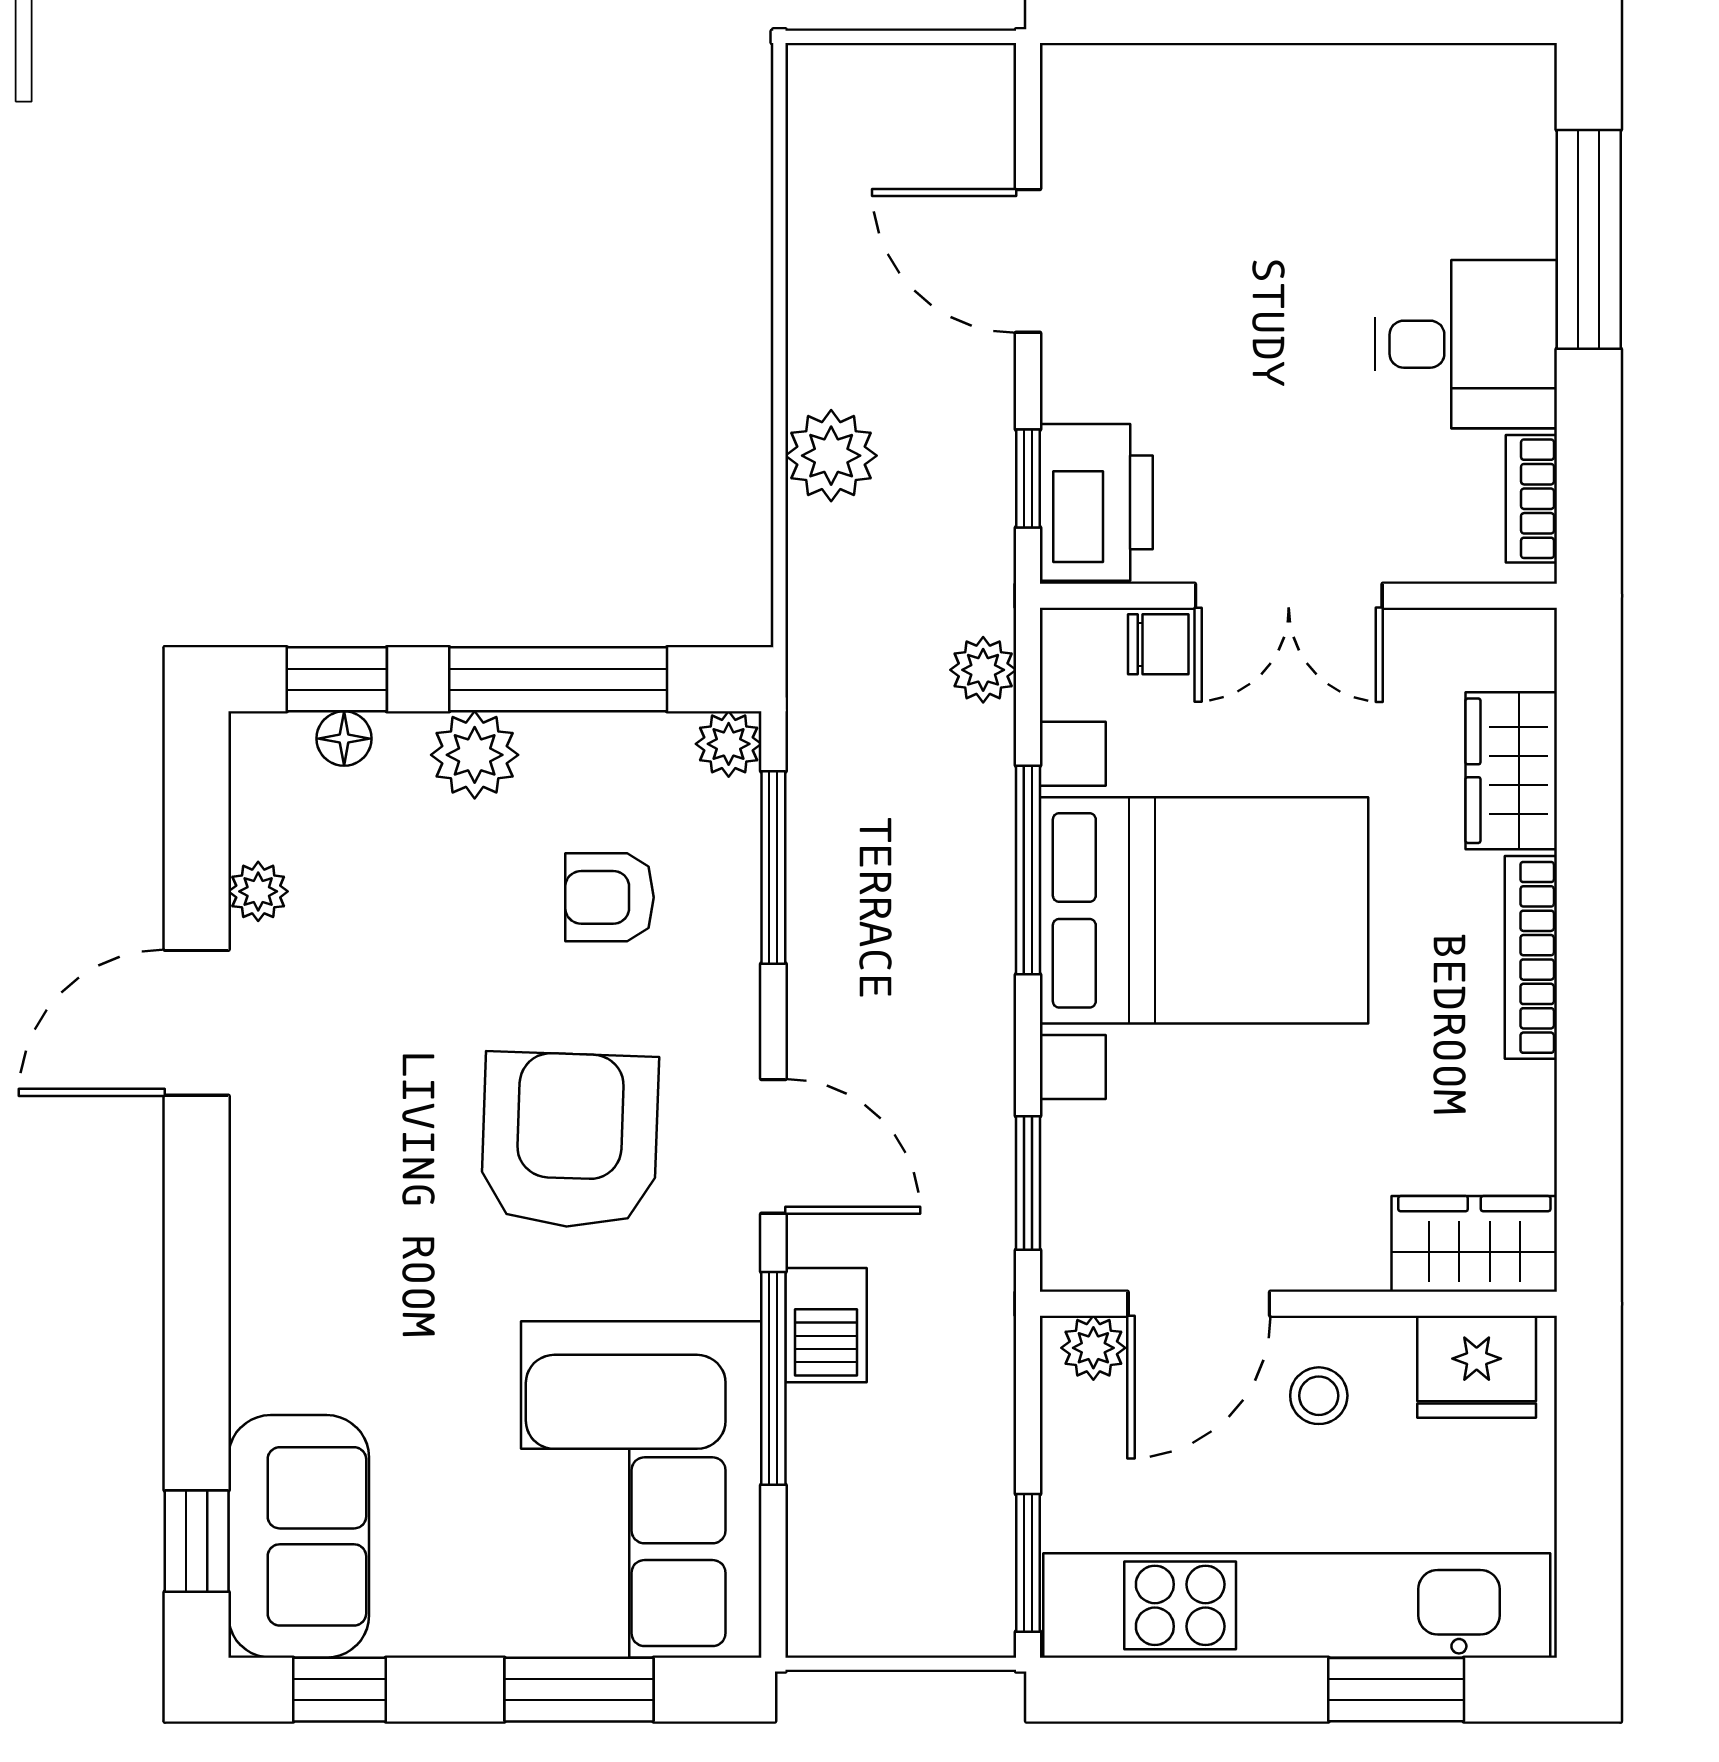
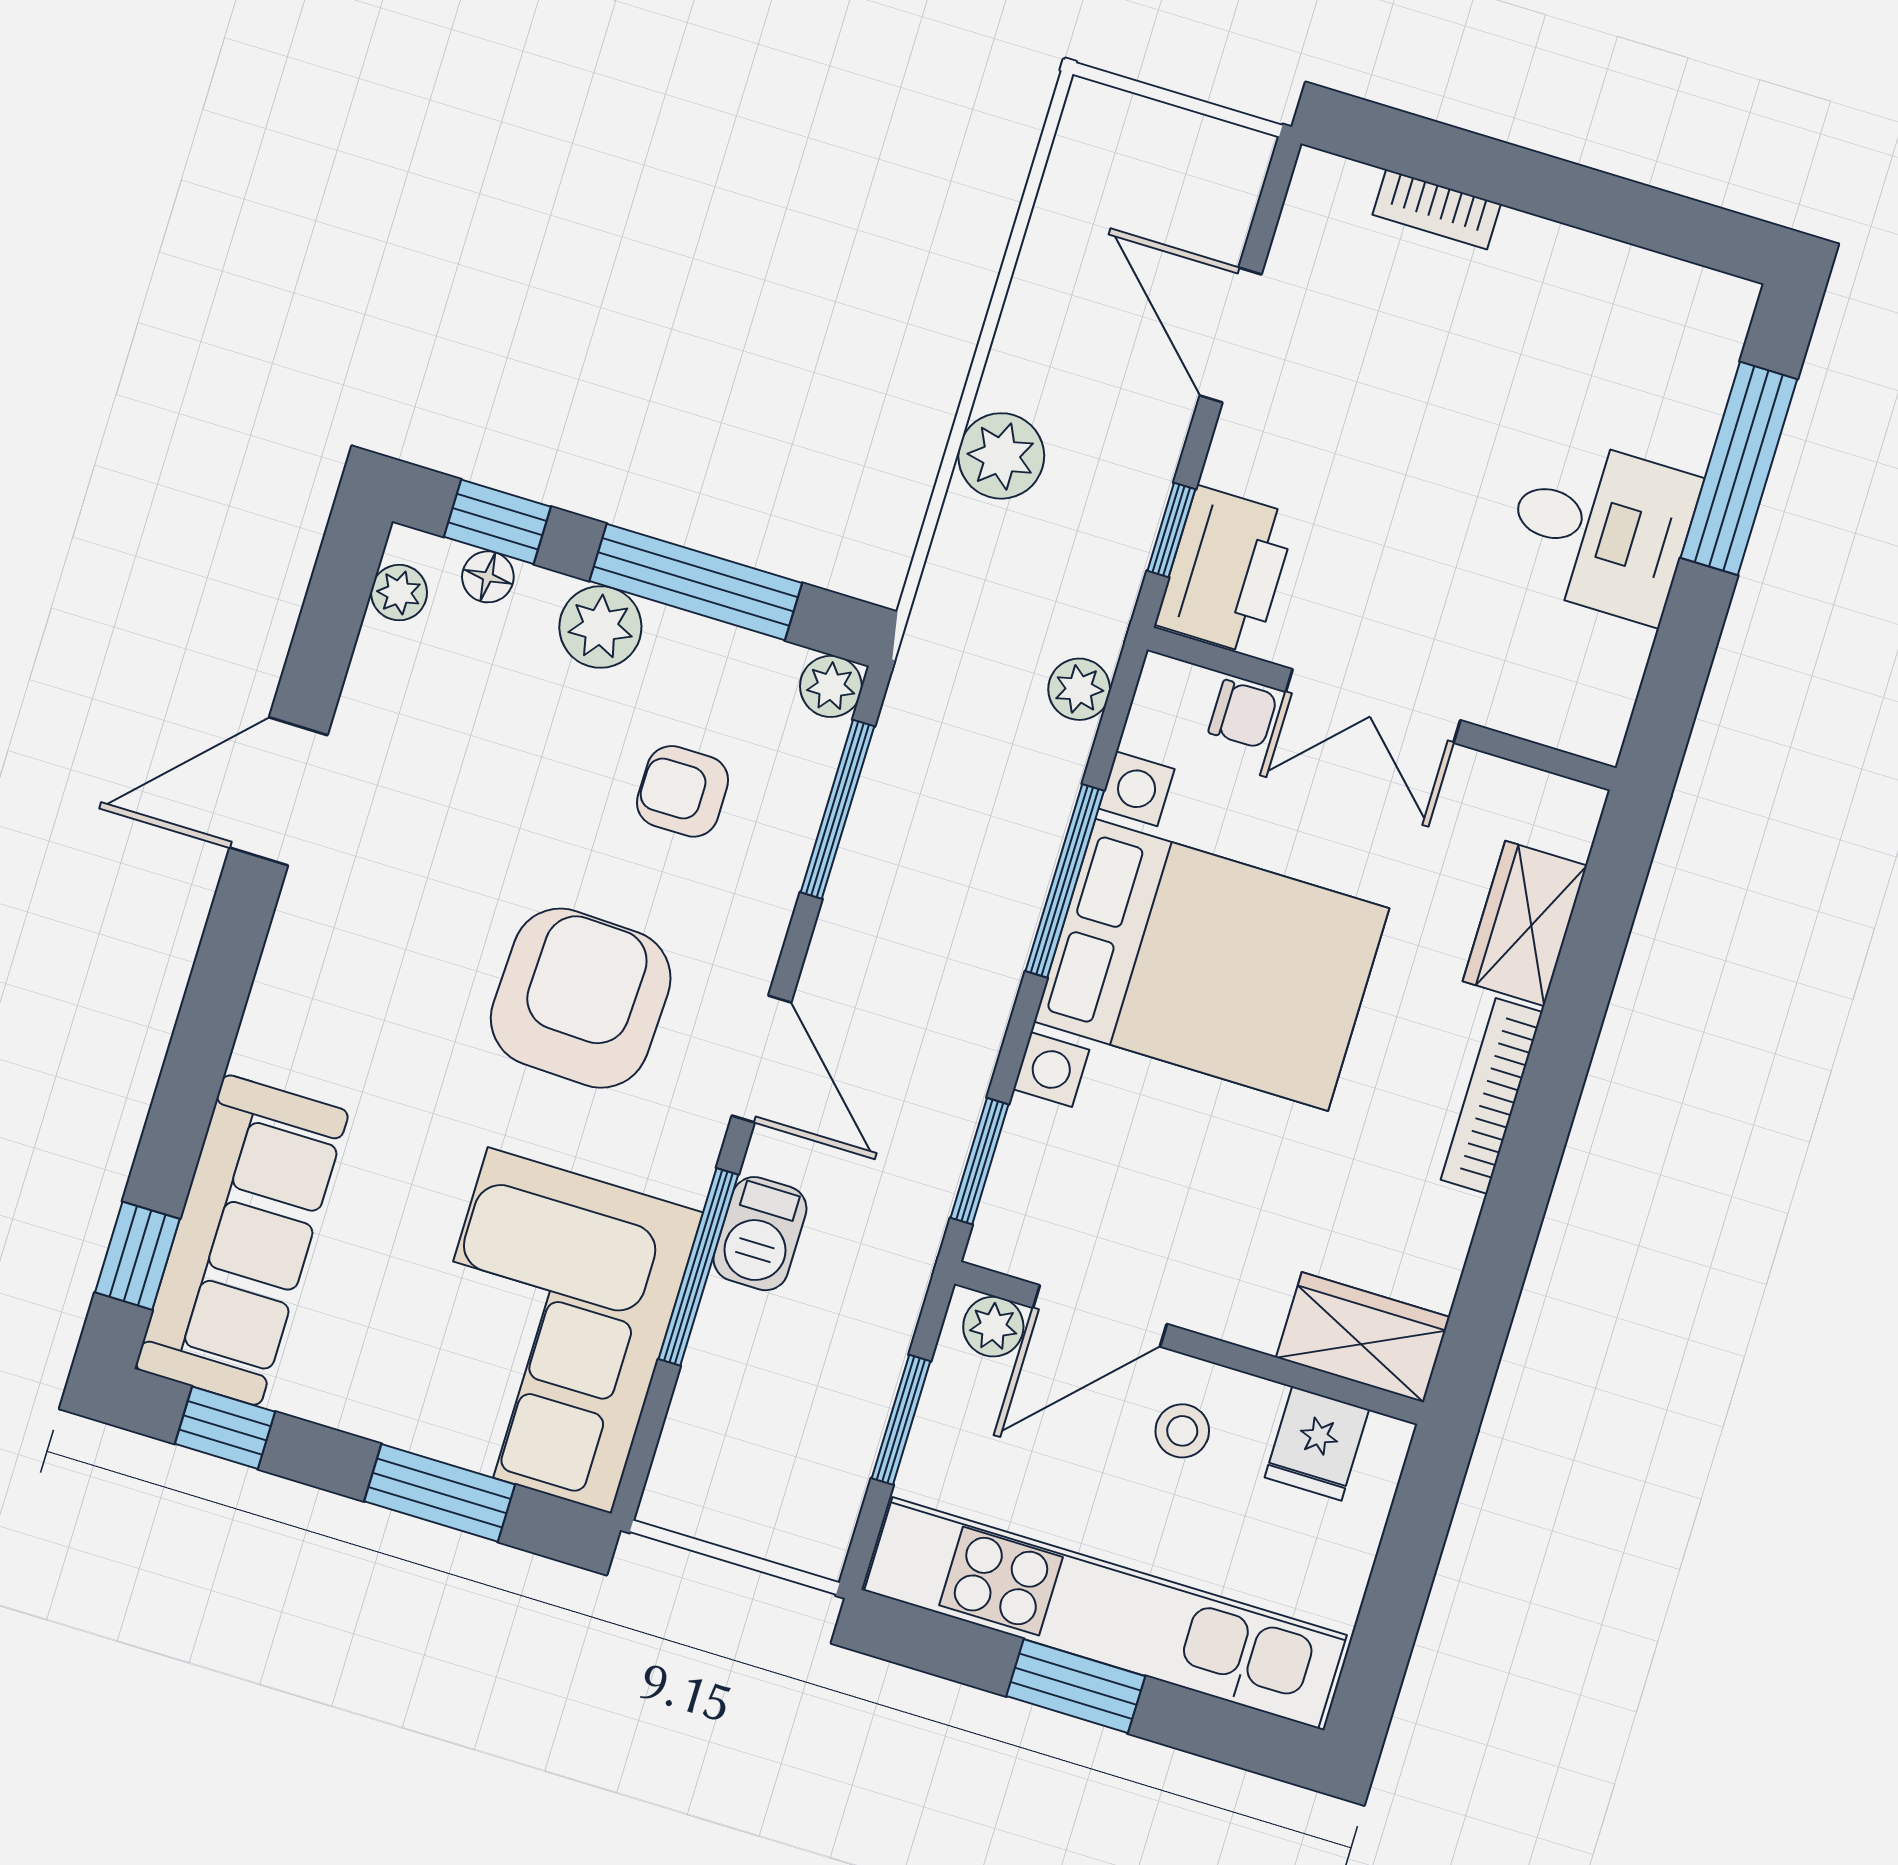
bookcase: (1531, 499) -> (1437, 209), moved, turned -90
plant: (258, 891) -> (399, 593), moved
fridge: (1477, 1367) -> (1317, 1443), width x0.72
sofa: (299, 1536) -> (242, 1240), width x1.36
window: (1028, 1563) -> (901, 1420), moved
window: (1396, 1690) -> (1076, 1686), moved

